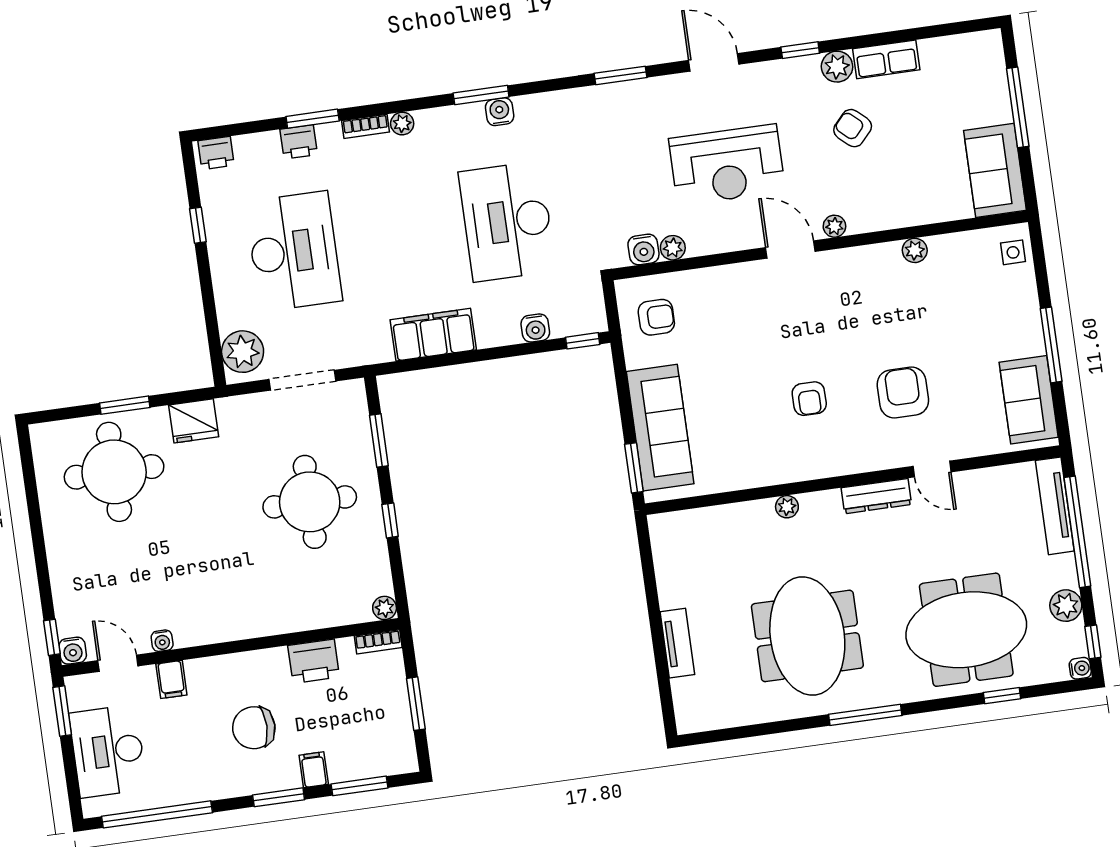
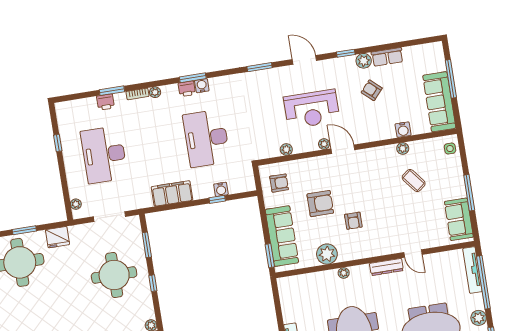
printer: (216, 153) -> (187, 89), moved
sofa: (995, 170) -> (439, 102), width x1.36
plant: (834, 226) -> (324, 144), moved
water cooler: (643, 249) -> (403, 130), moved
desk: (294, 251) -> (104, 155), turned 180
coffee table: (936, 317) -> (414, 180), added
window: (583, 341) -> (217, 199), moved
plant: (243, 352) -> (76, 204), width x0.53, depth x0.53
armchair: (903, 393) -> (320, 204), moved, turned 90
plant: (753, 467) -> (327, 254), added

